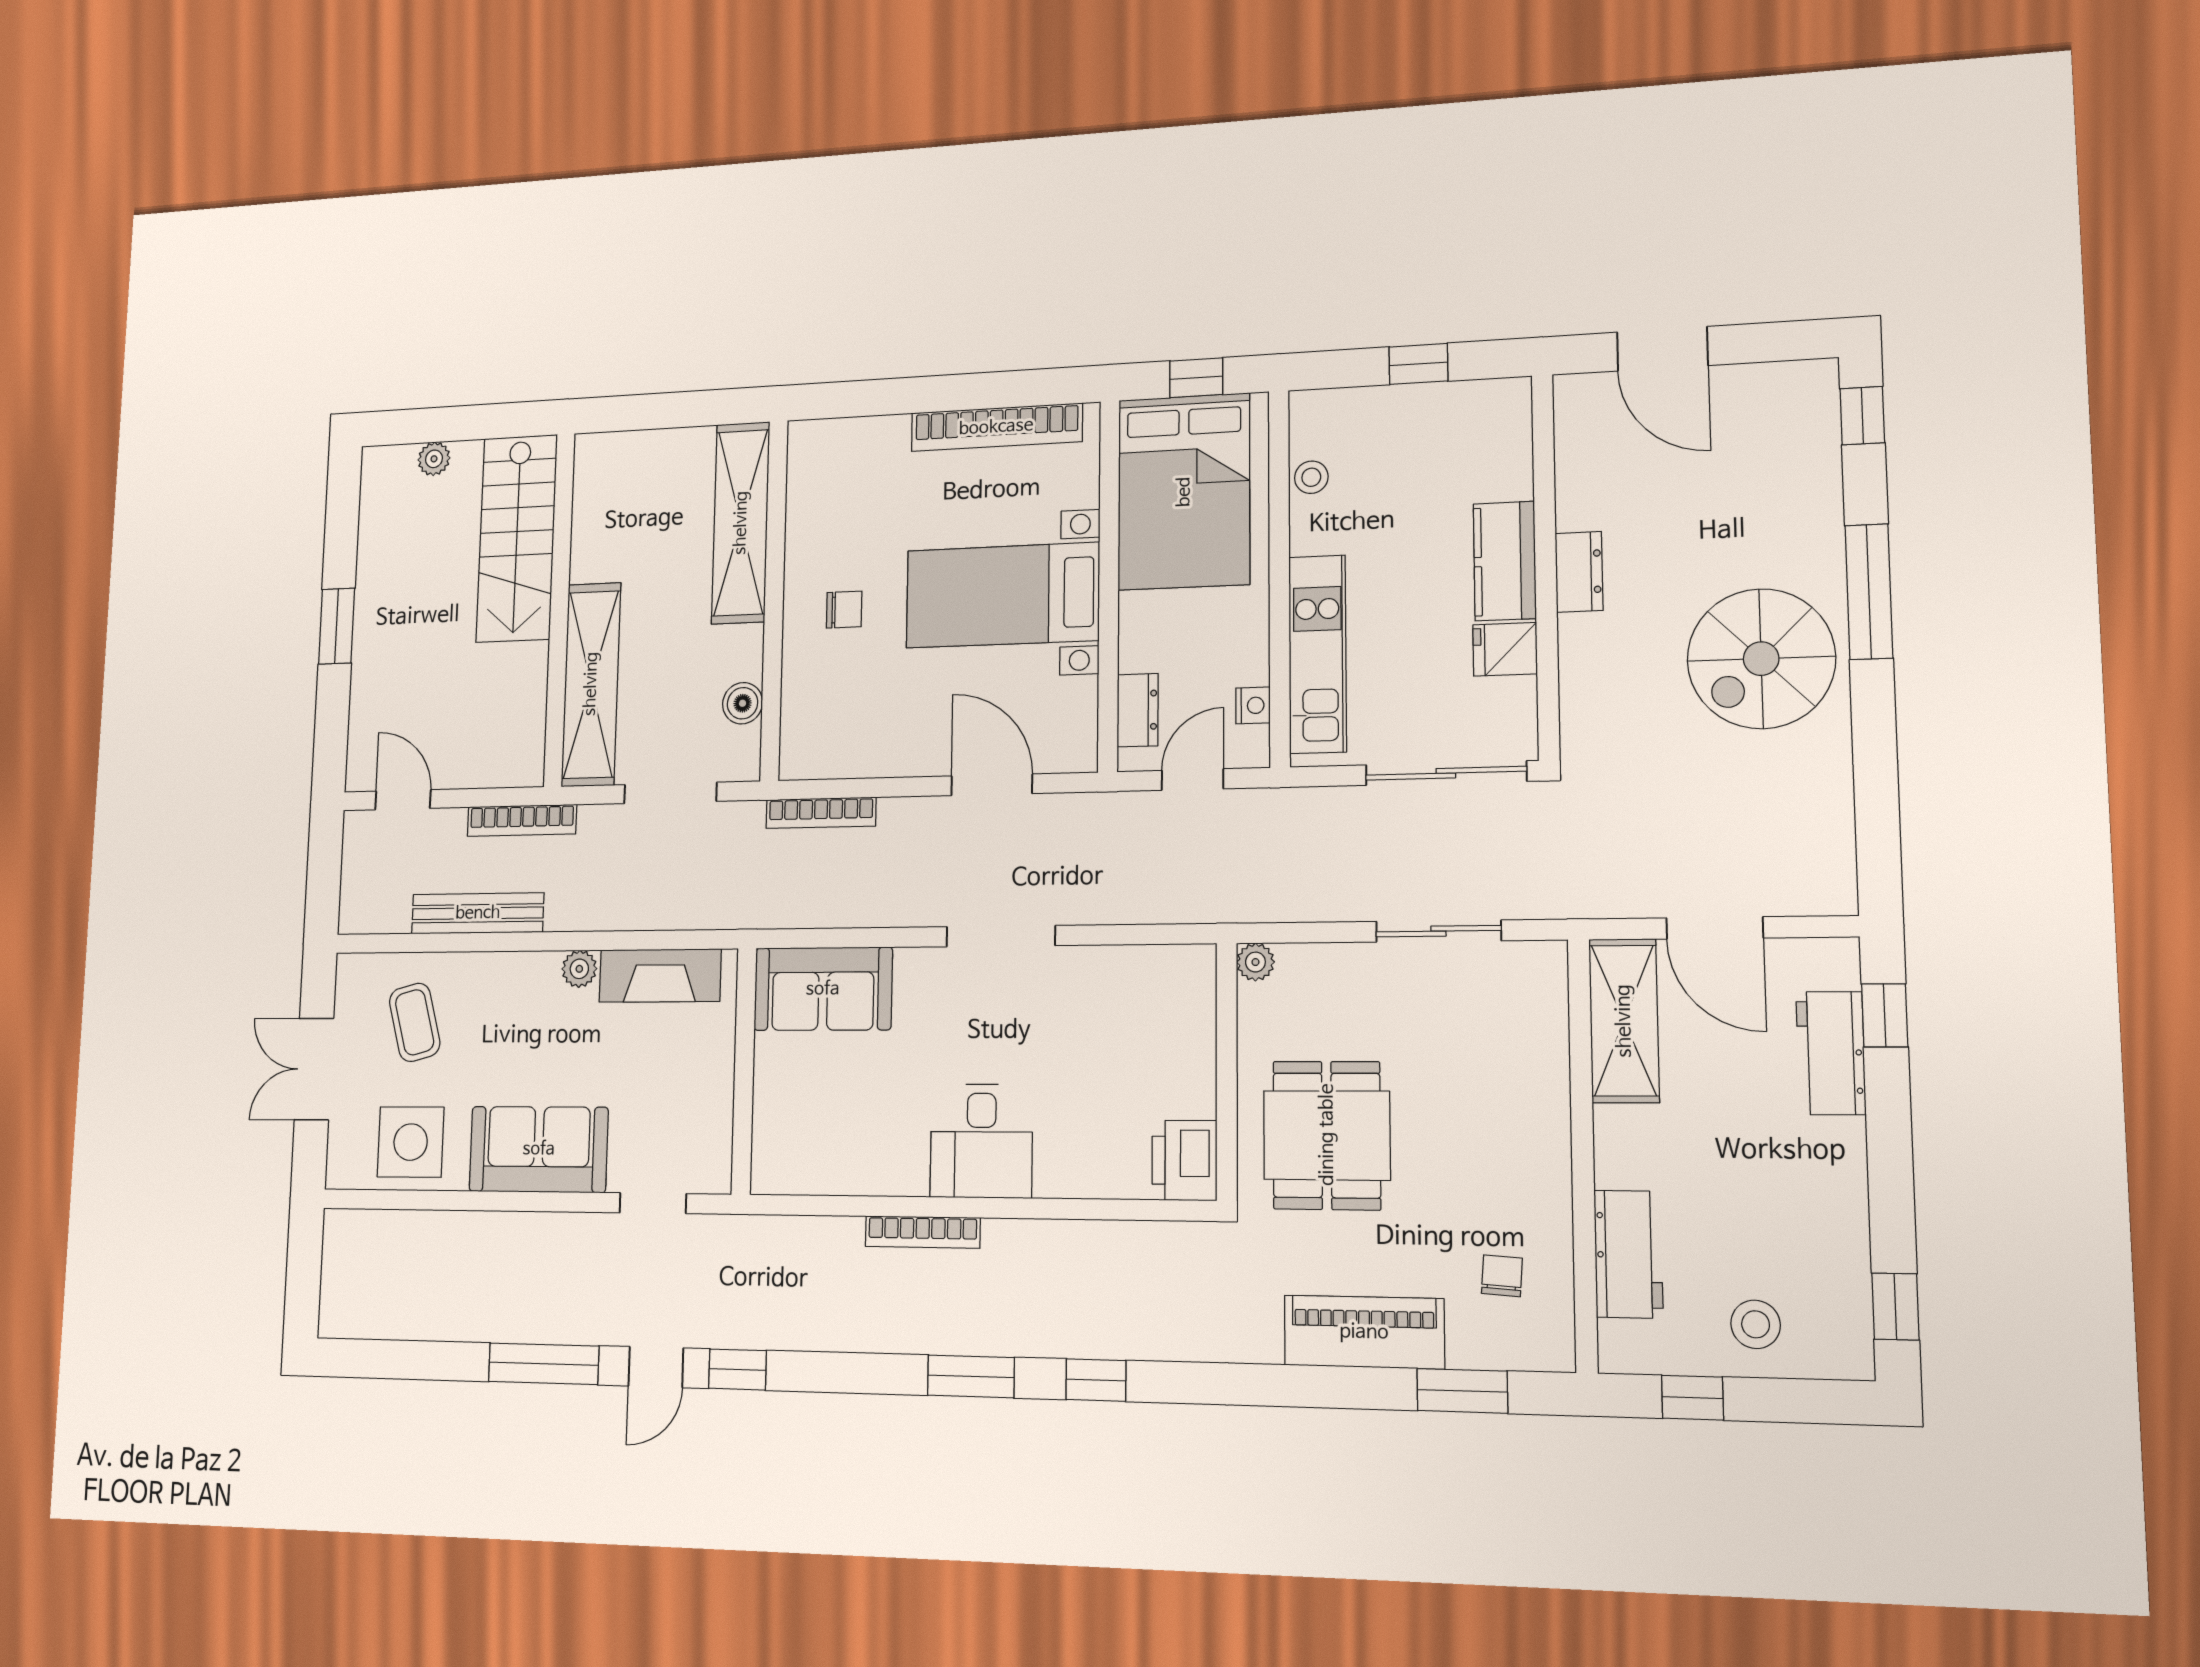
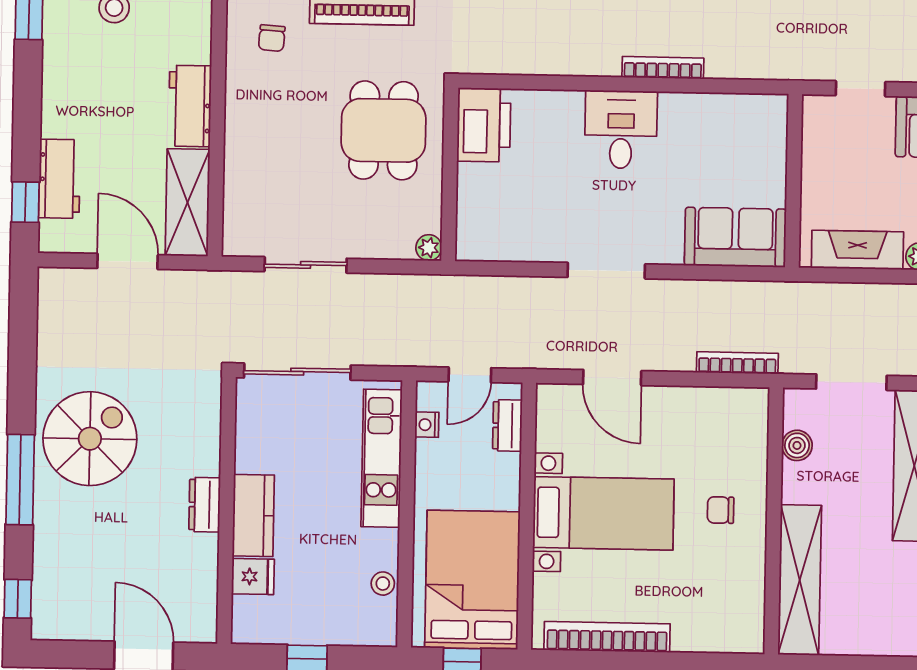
fridge: (1505, 649) -> (253, 577), moved
printer: (1184, 1160) -> (484, 125), width x1.37, depth x1.19
workbench: (1628, 1254) -> (190, 106), moved

